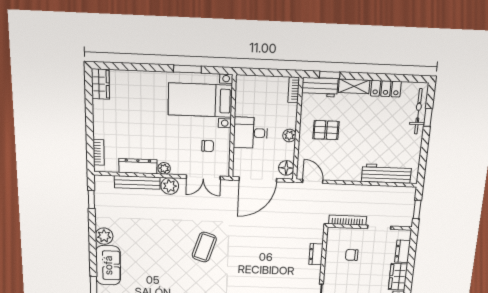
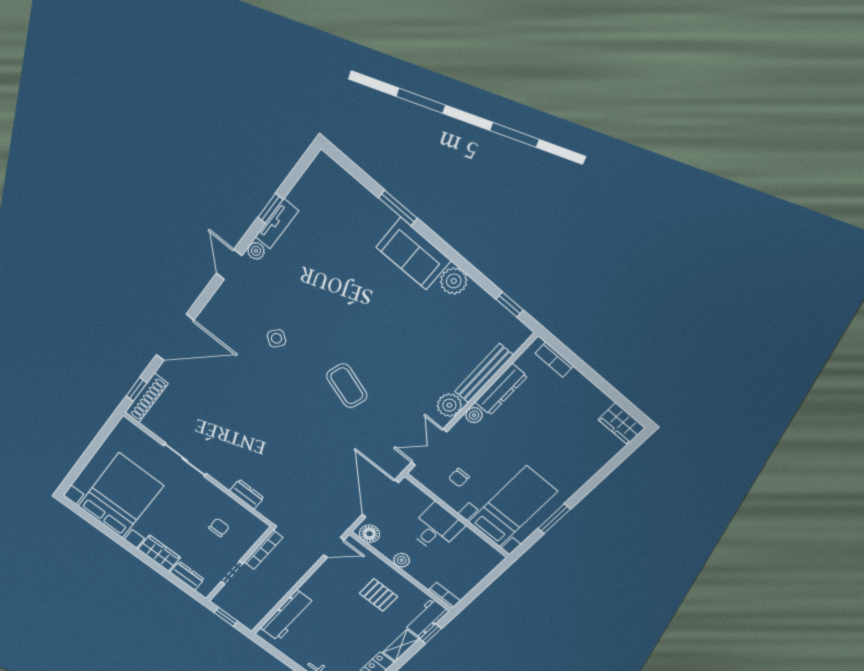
pallet: (326, 130) -> (378, 595), turned 90

